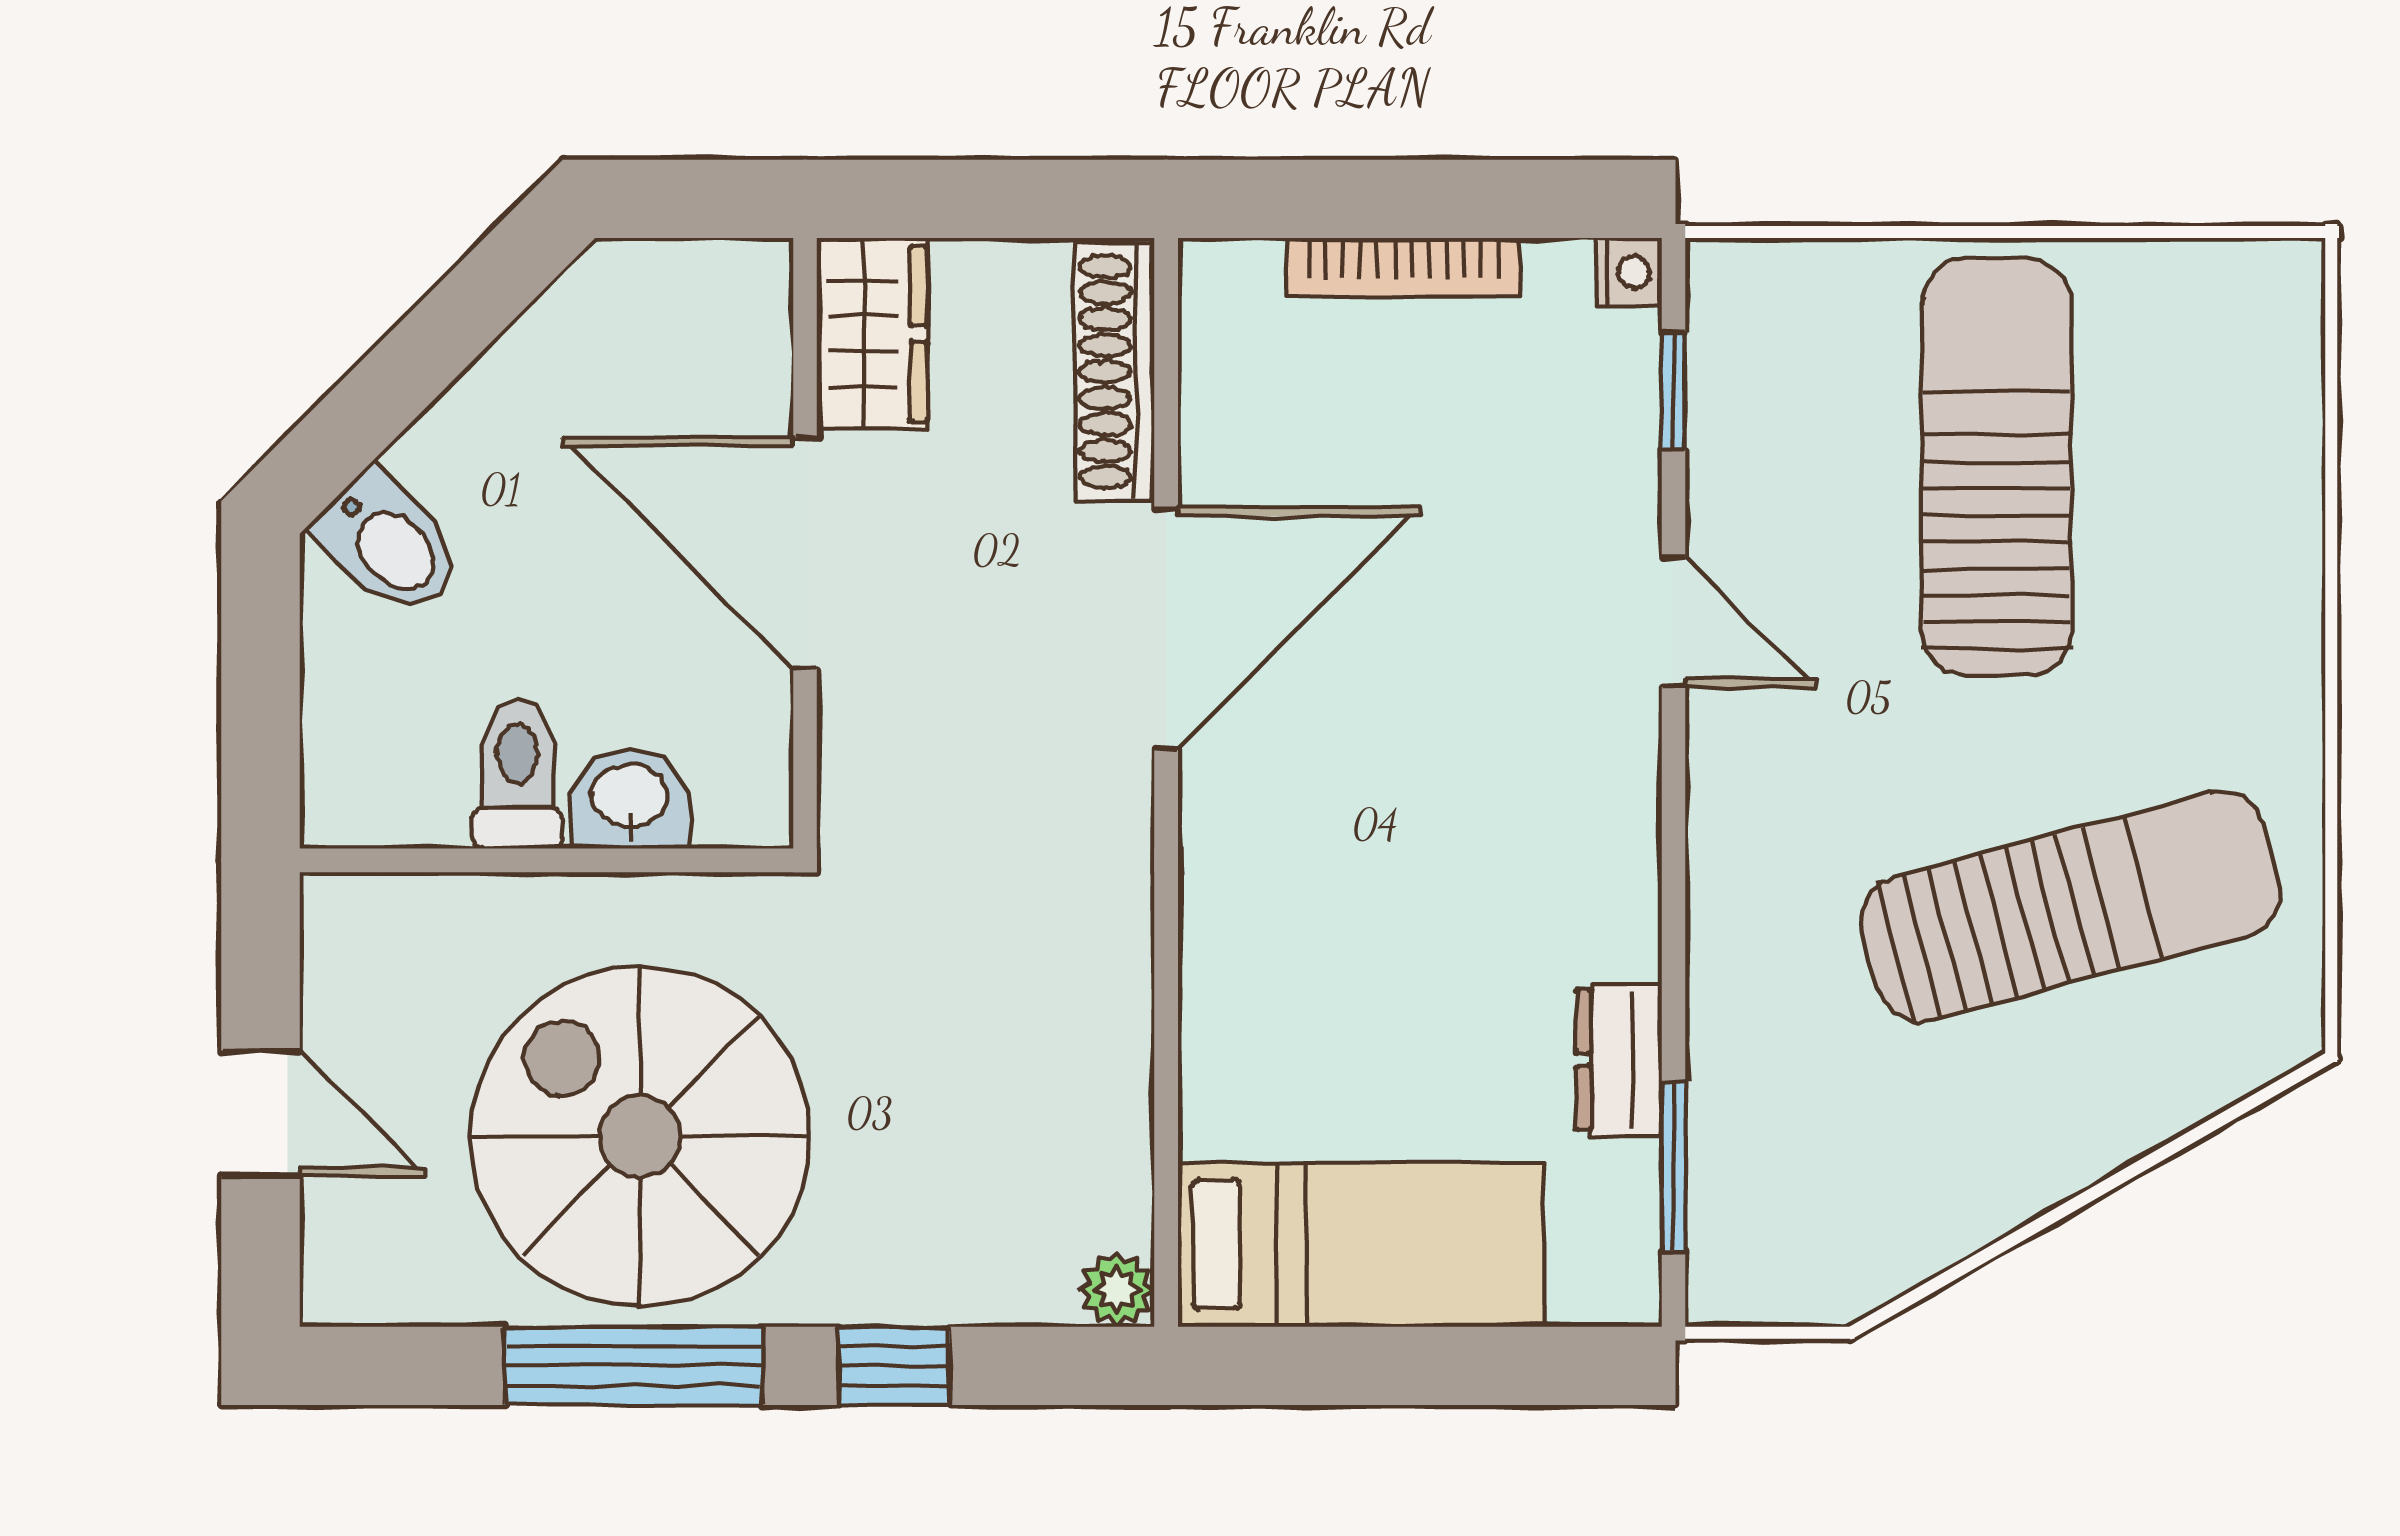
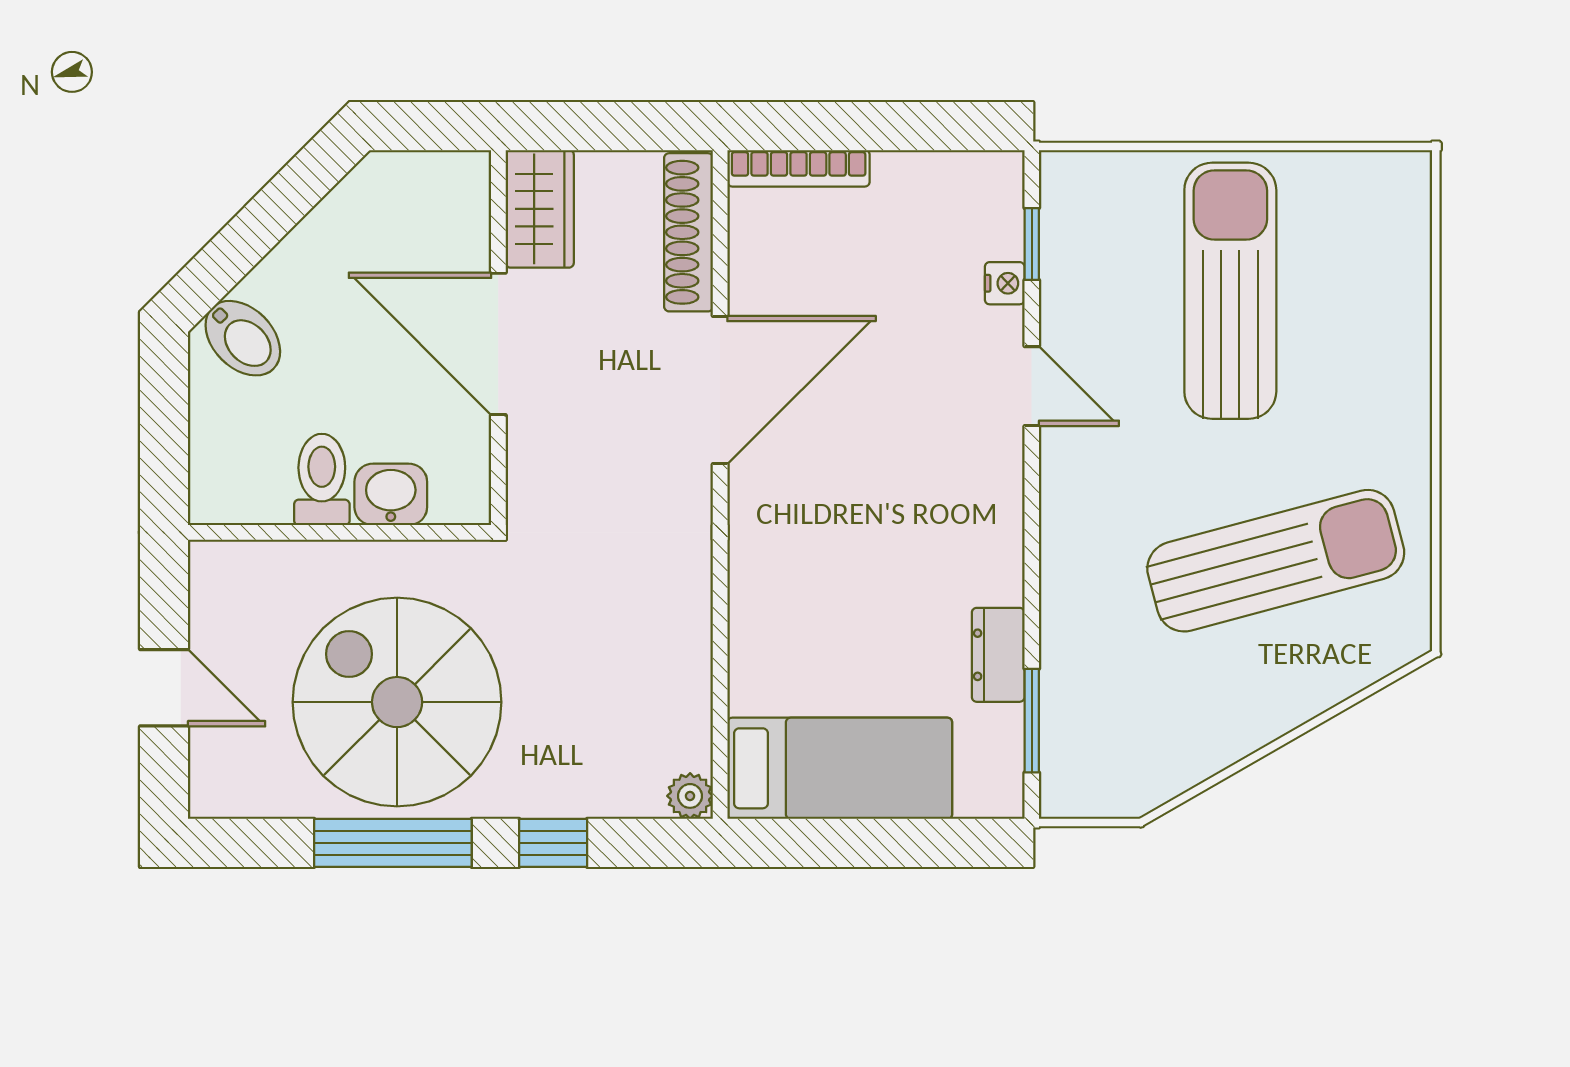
bookcase: (1403, 267) -> (799, 168), moved
nightstand: (1629, 272) -> (1005, 283), moved

